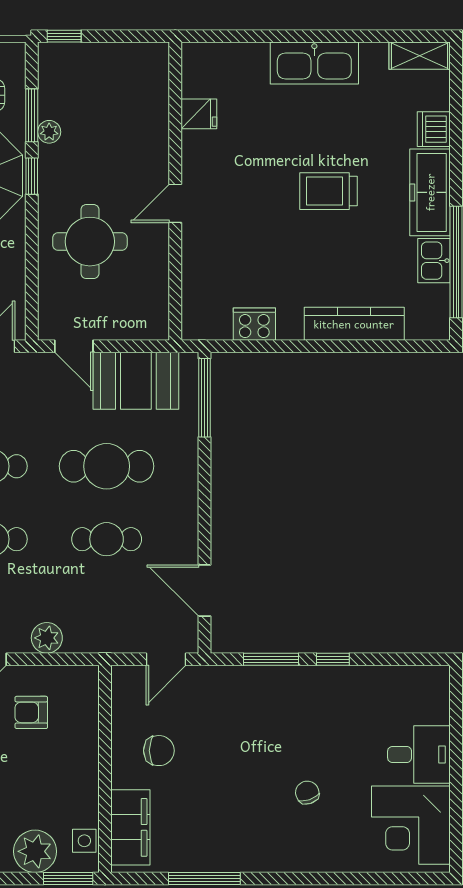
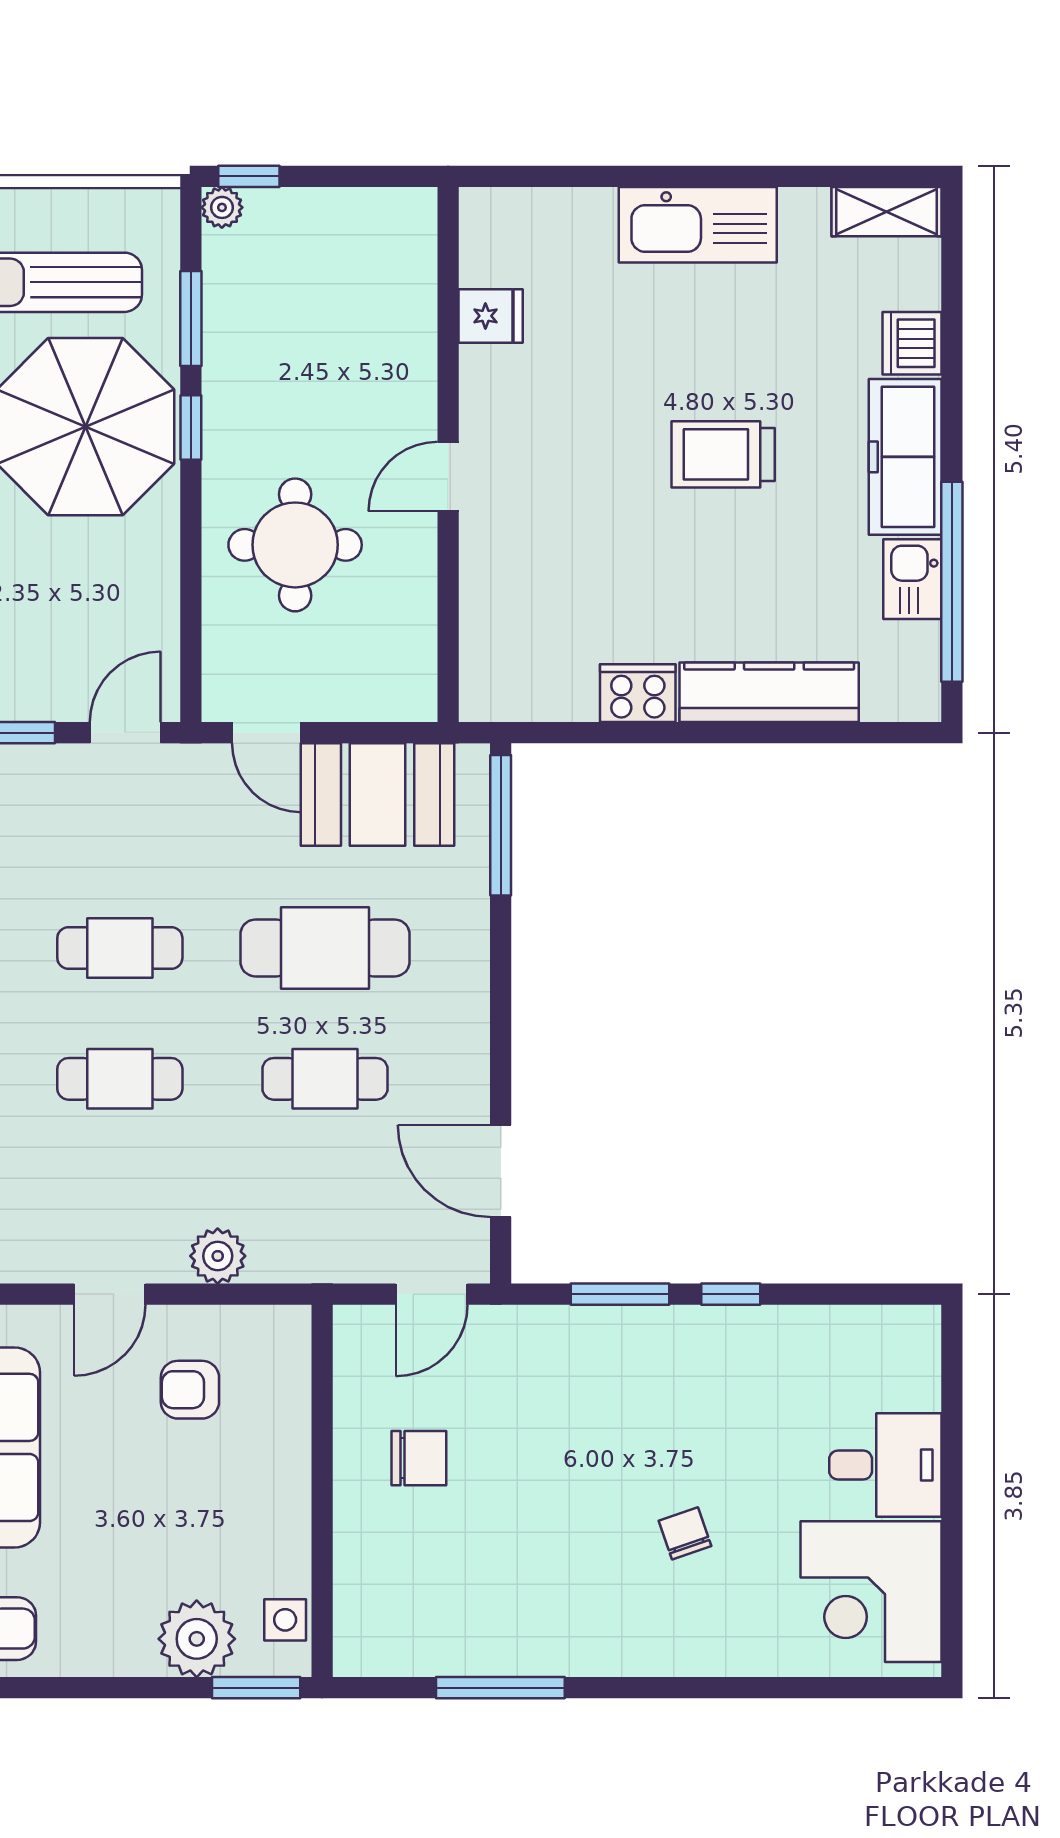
plant: (49, 132) -> (222, 207), moved
cooker: (254, 324) -> (638, 693), moved
filing cabinet: (130, 827) -> (368, 1596), removed

